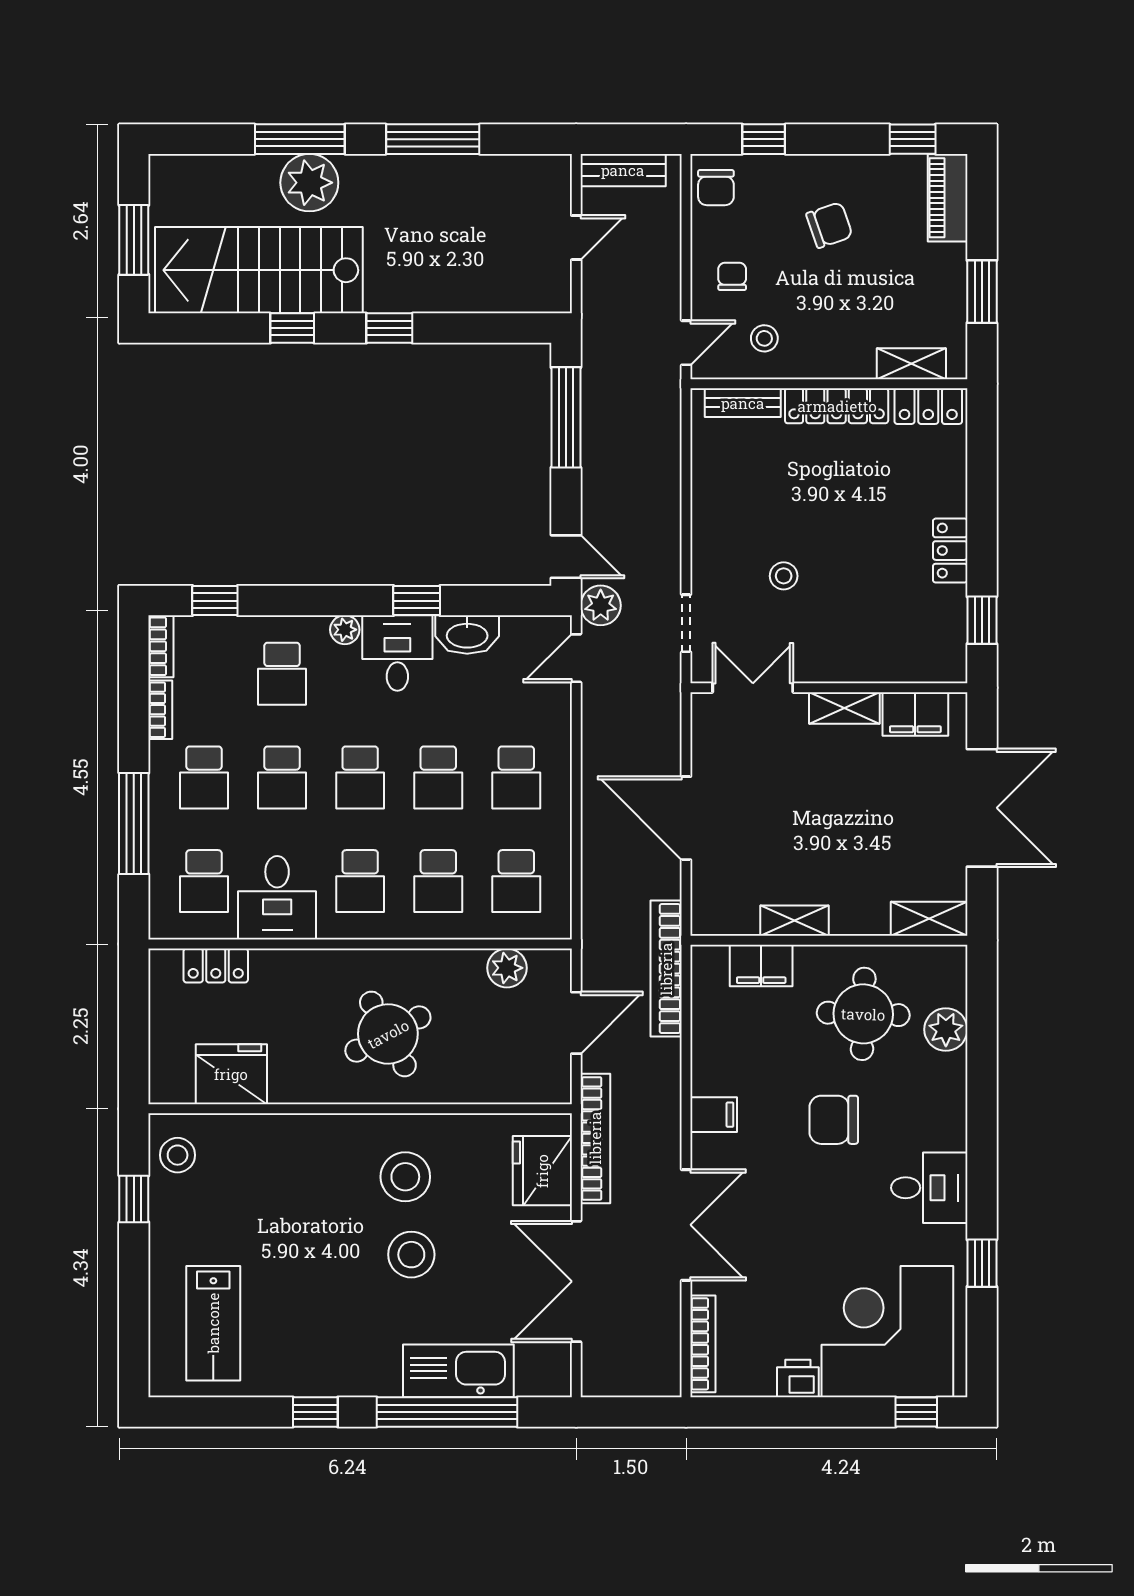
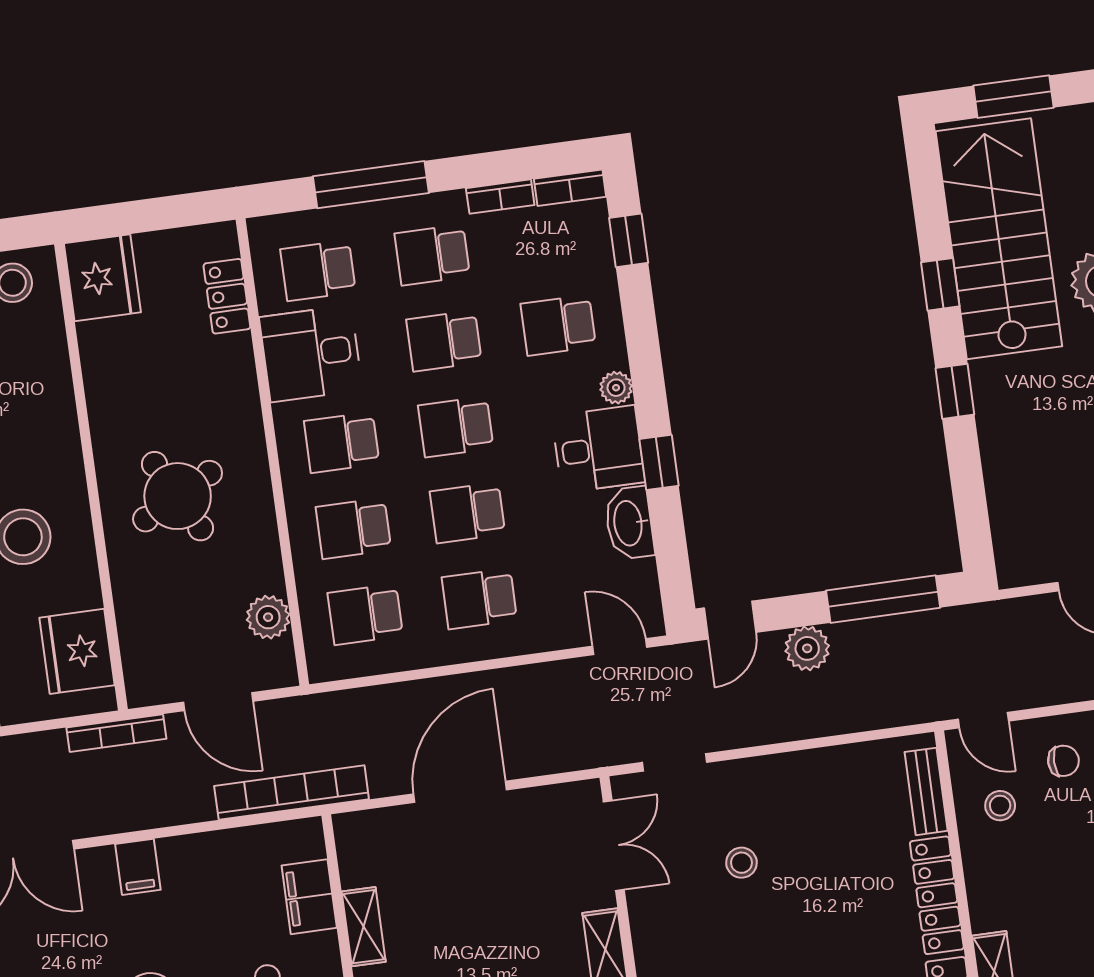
plant: (601, 605) -> (807, 648), moved
fridge: (231, 1074) -> (102, 278), moved
bookcase: (595, 1138) -> (116, 733), width x0.68, depth x0.76
fridge: (542, 1171) -> (77, 651), moved, turned -90

